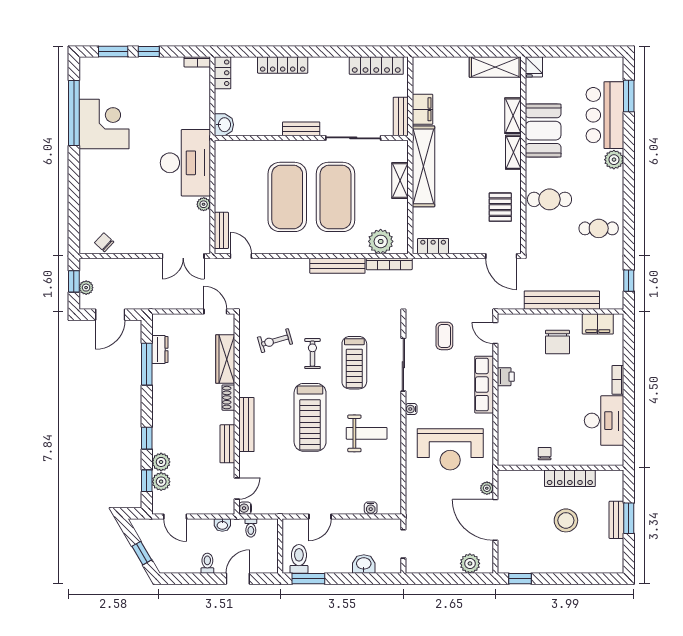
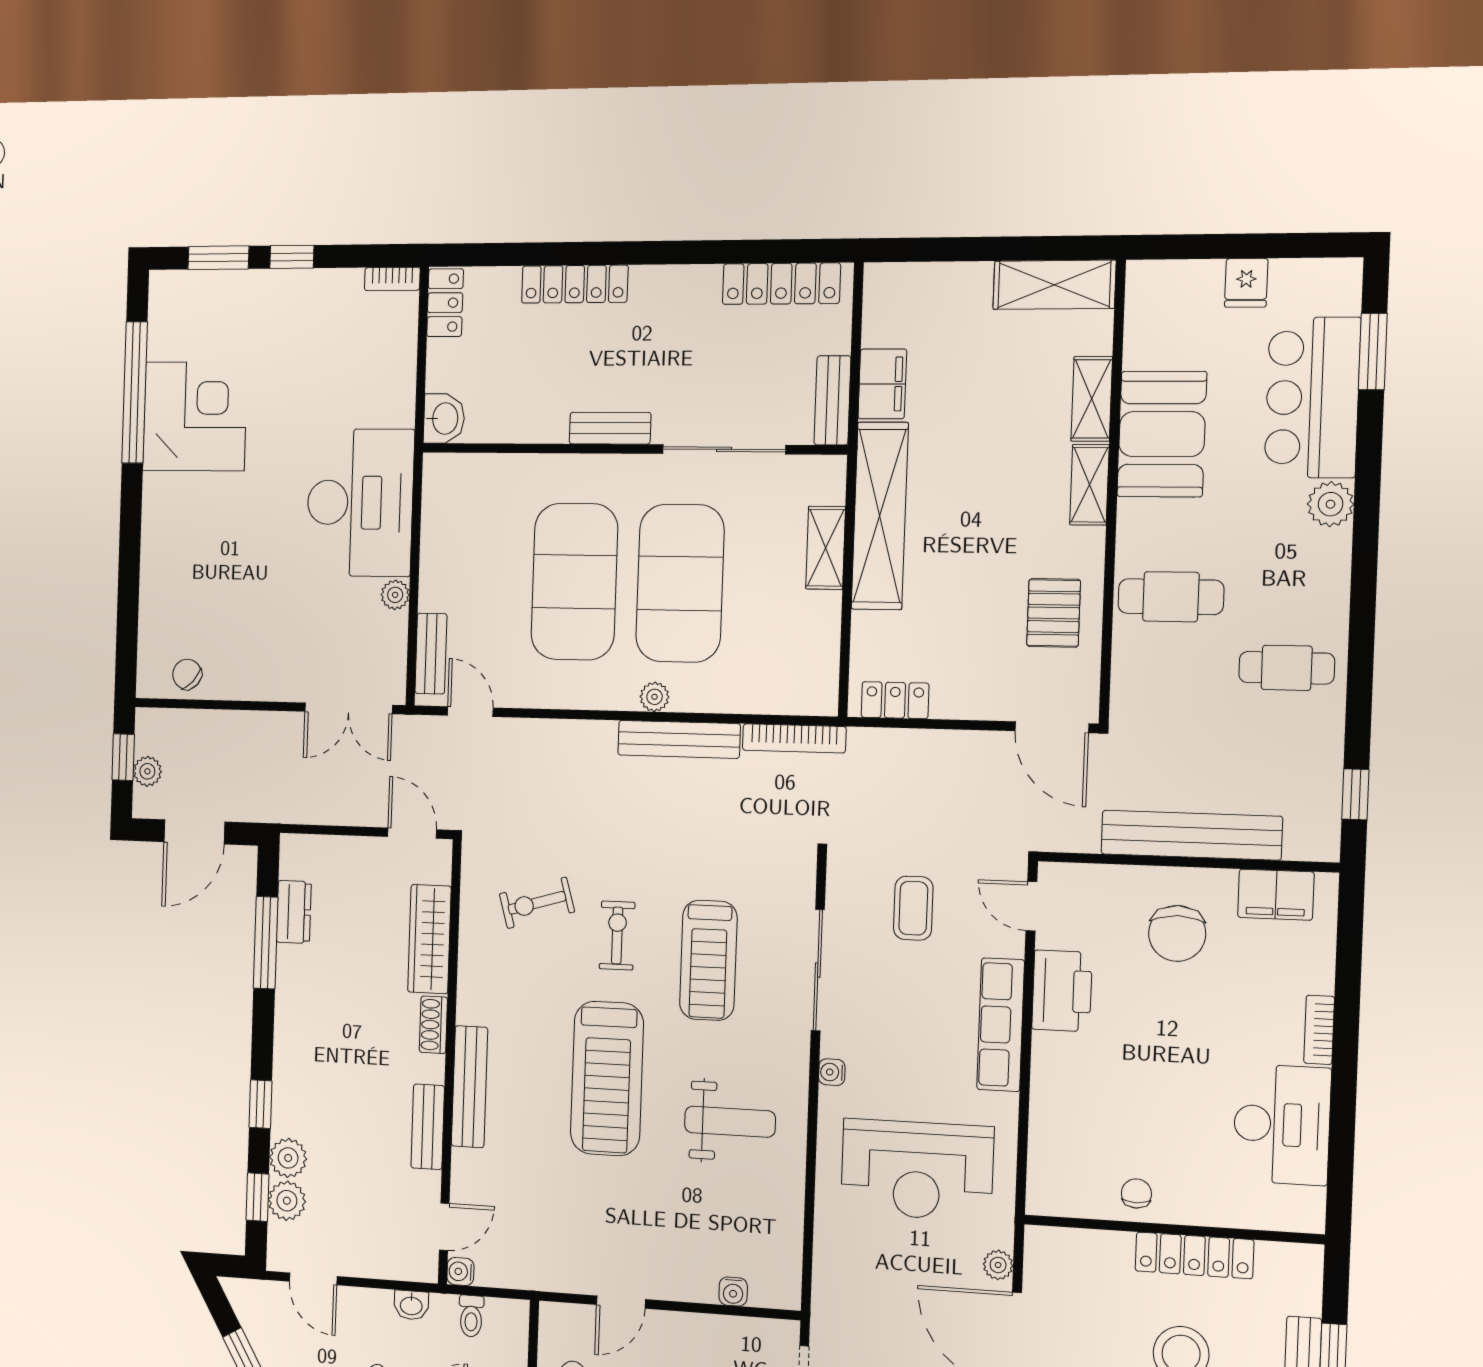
fridge: (534, 67) -> (1246, 283), moved
plant: (381, 241) -> (655, 697), moved, width x0.53, depth x0.53
printer: (506, 377) -> (1062, 991), width x1.87, depth x1.48

